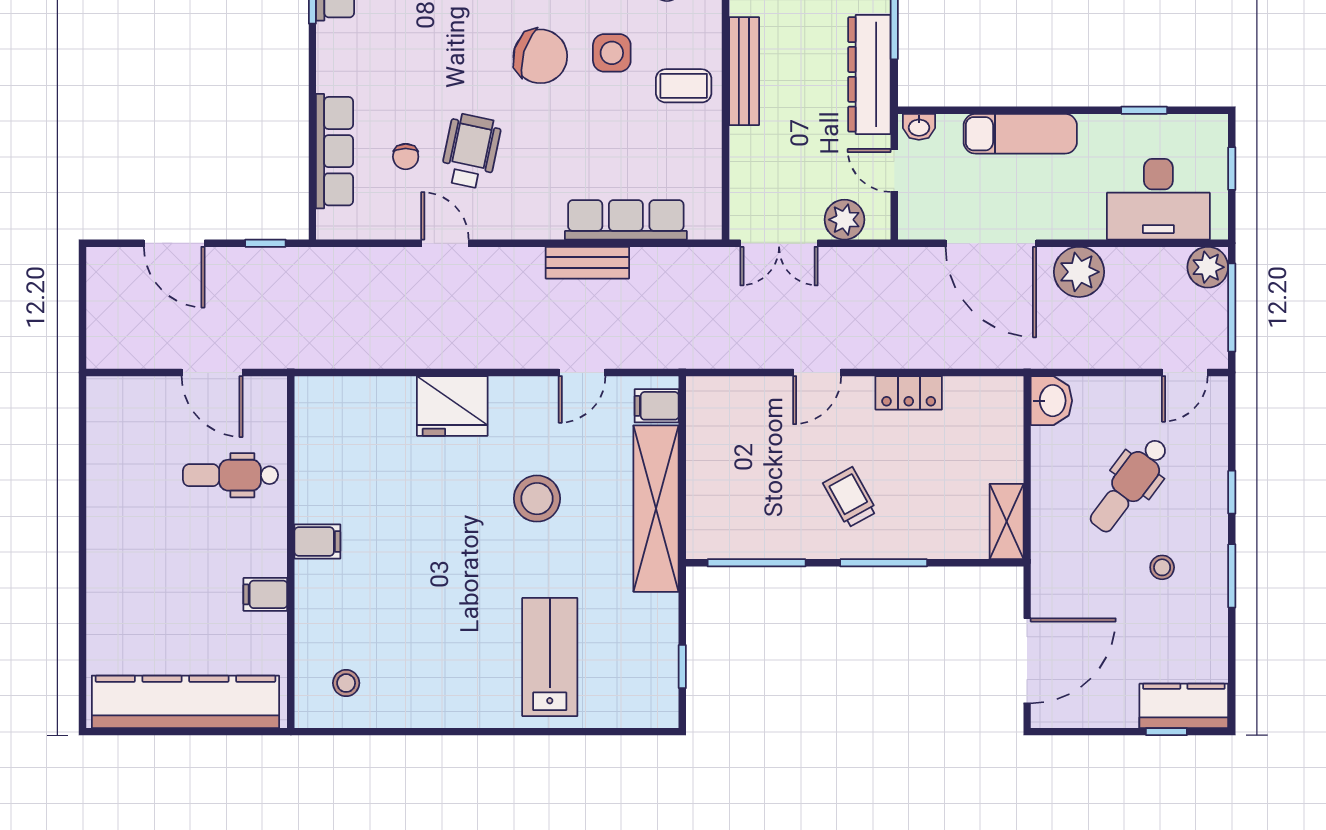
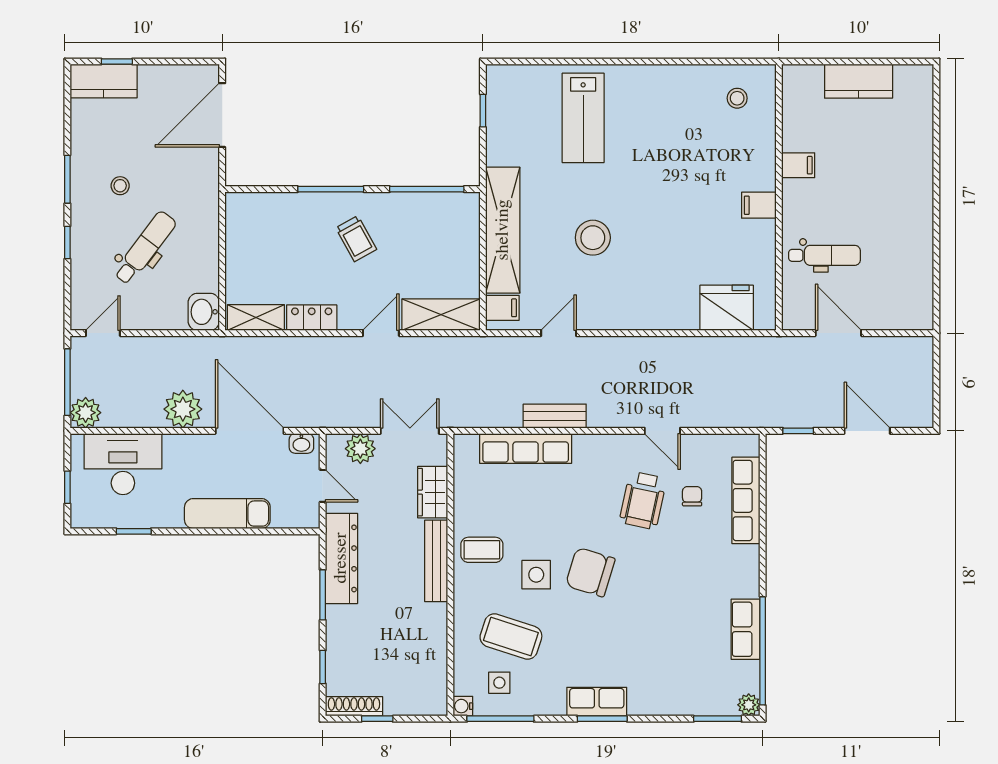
washbasin: (919, 127) -> (301, 443), moved, turned 180
wardrobe: (749, 162) -> (433, 492), added
shelving: (738, 397) -> (441, 315), added
fridge: (452, 406) -> (727, 308), moved
shelving: (1007, 522) -> (256, 318), moved, turned 90
kitchen counter: (185, 702) -> (859, 81), width x0.48, depth x0.86

